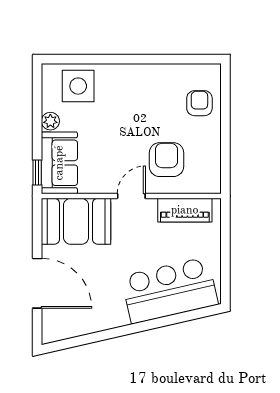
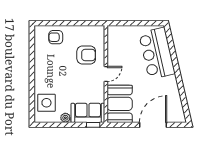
armchair: (166, 160) -> (86, 55), turned 180
door: (131, 196) -> (106, 74), swing flipped
piano: (185, 210) -> (114, 45), removed

